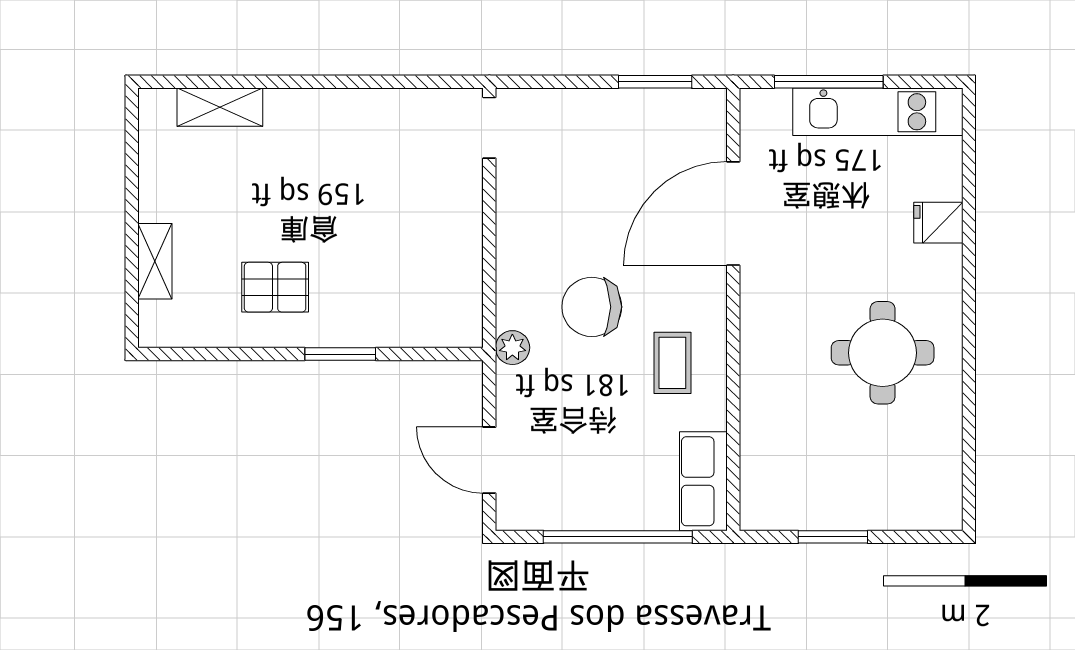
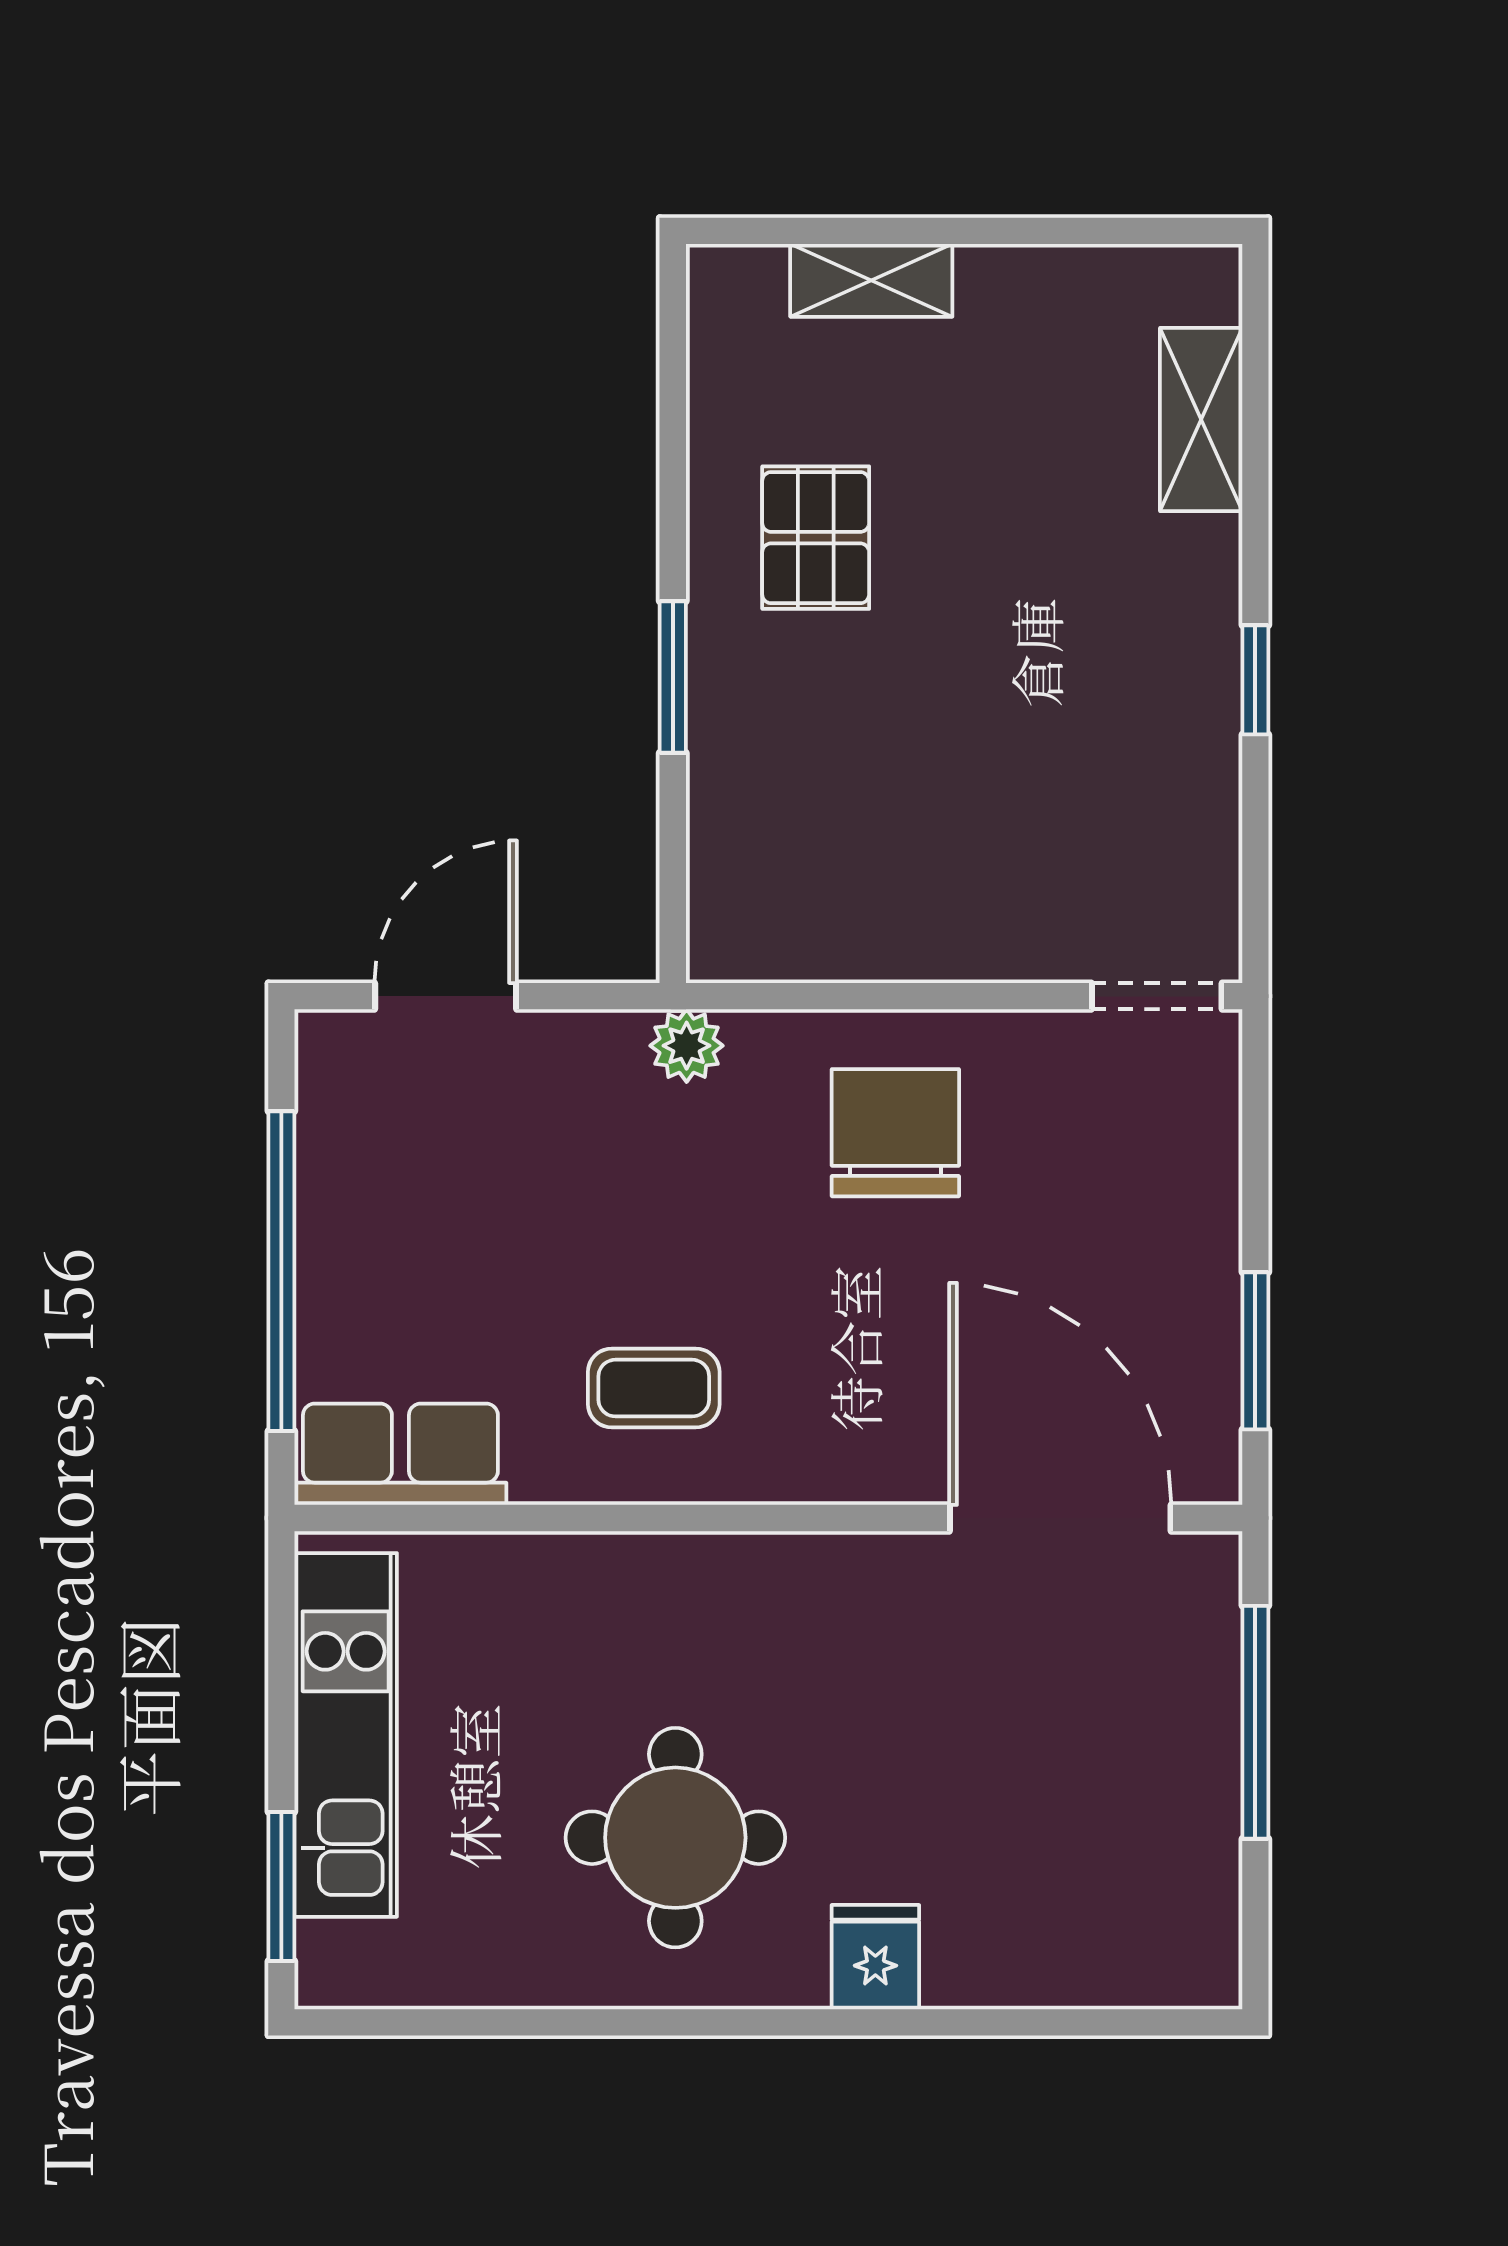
window: (342, 82) -> (1255, 680), added
kitchen unit: (878, 112) -> (346, 1735), moved, turned 180
door: (733, 213) -> (1060, 1518), moved
fridge: (938, 223) -> (875, 1957), moved
chair: (592, 307) -> (895, 1133), moved
window: (833, 537) -> (281, 1887), moved

